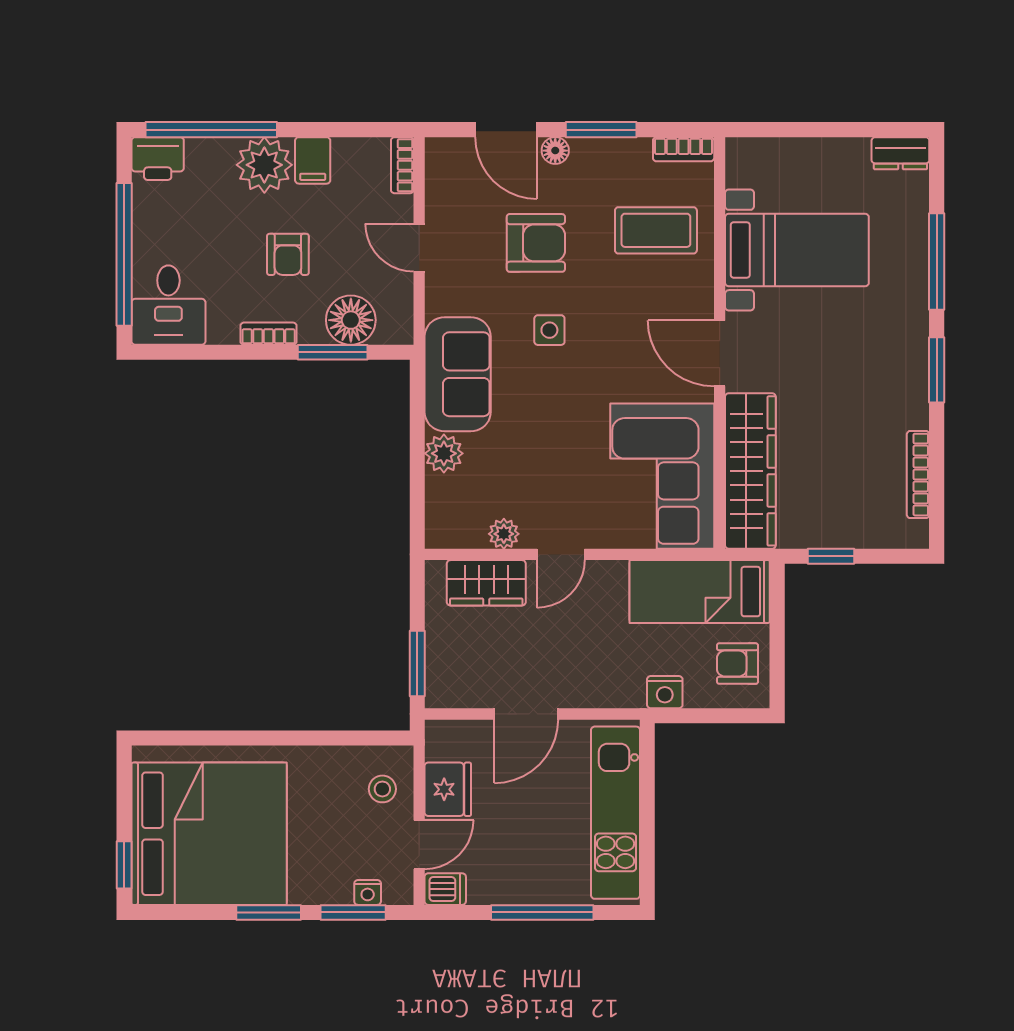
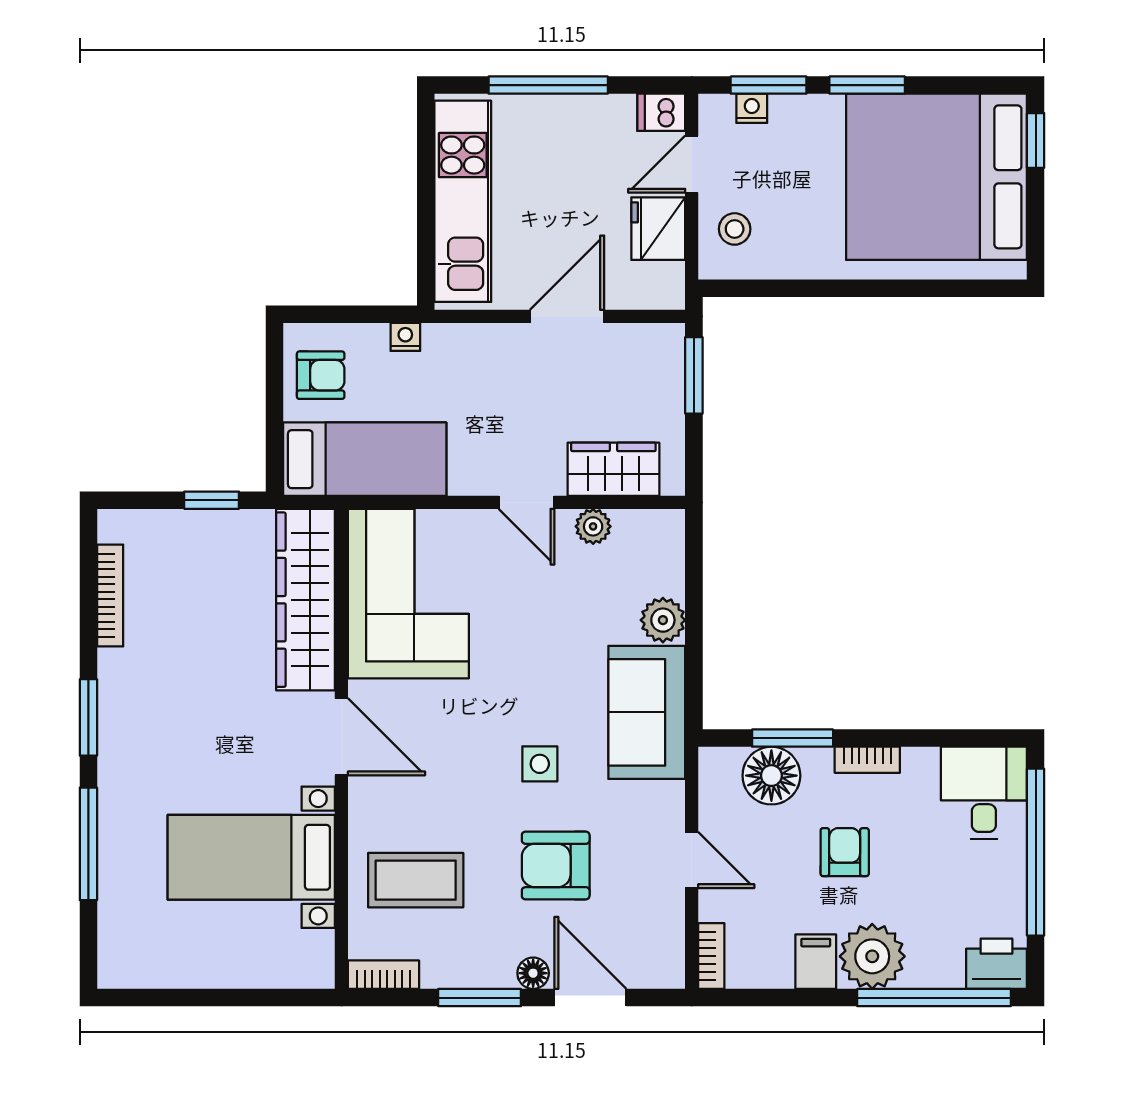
dresser: (900, 153) -> (131, 970), removed
door: (561, 554) -> (527, 502), swing flipped
nightstand: (665, 692) -> (405, 337), width x0.72, depth x0.74

